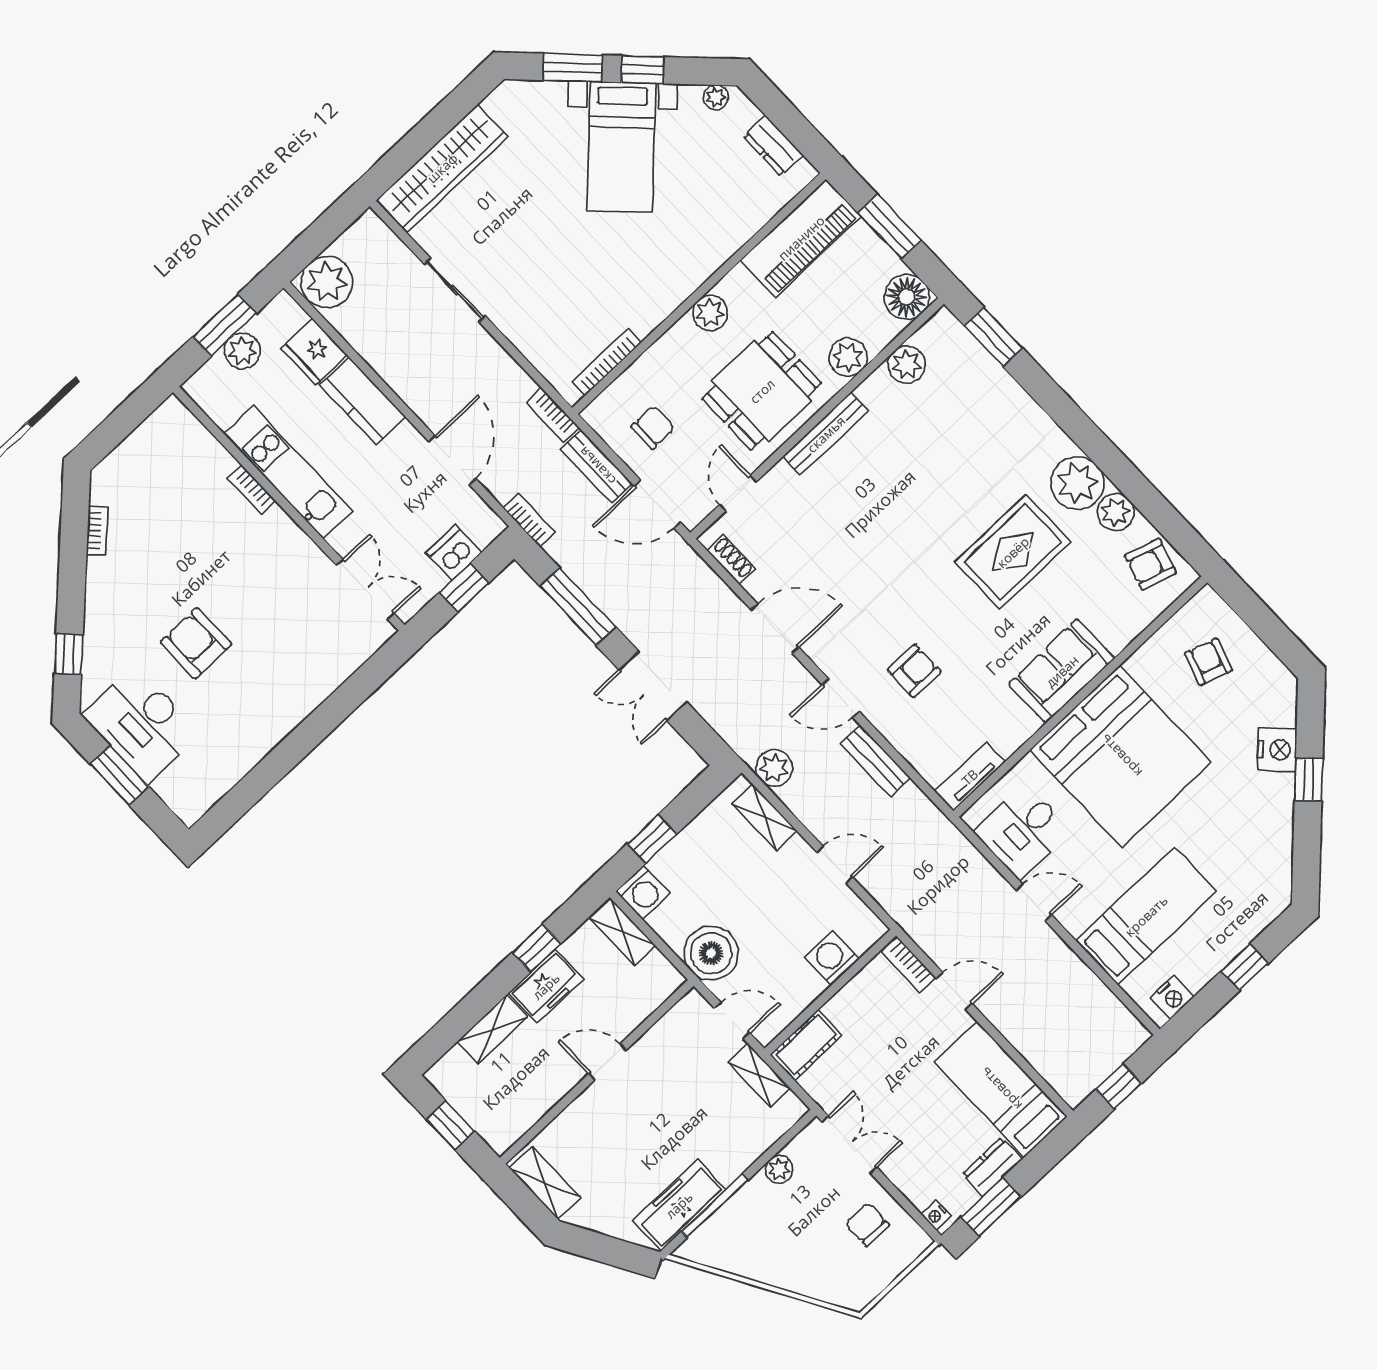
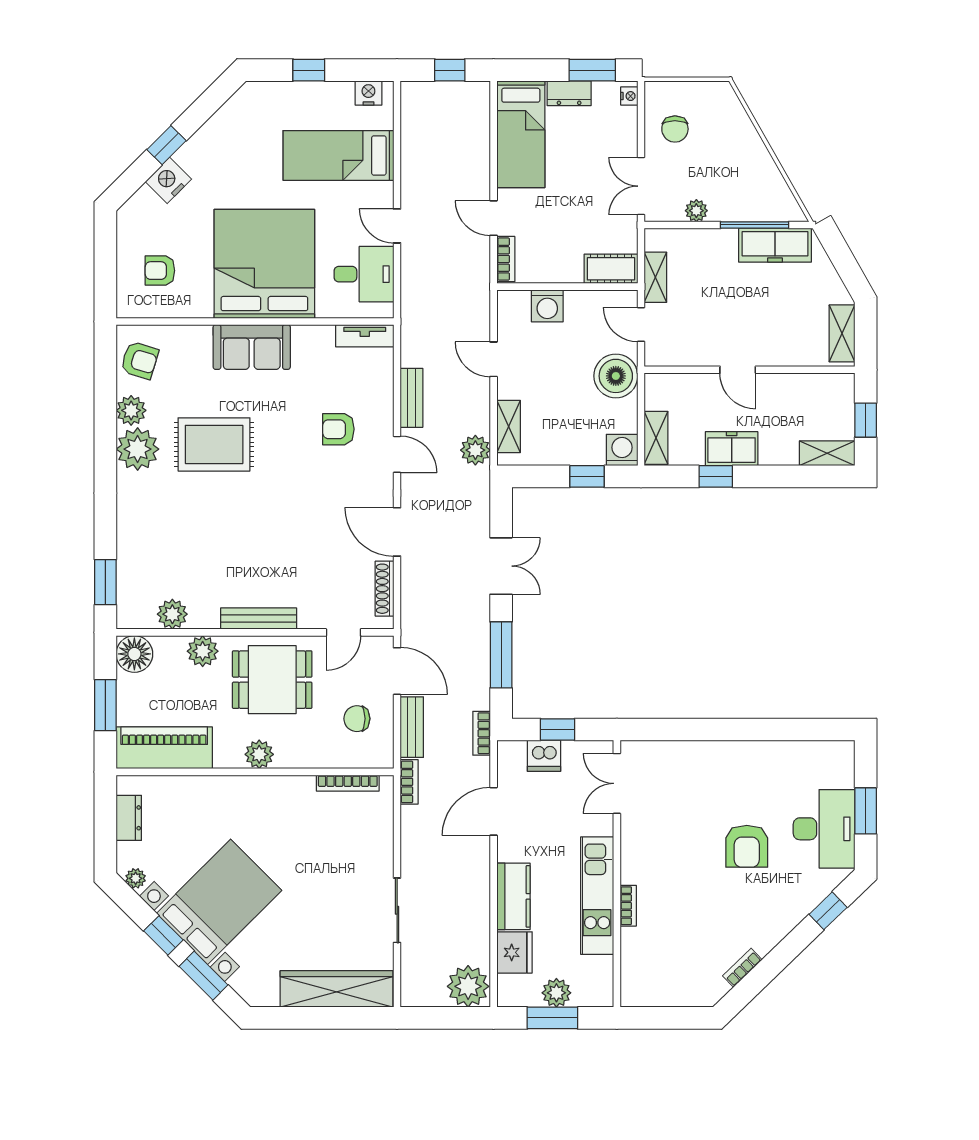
bed with nightstands: (621, 147) -> (219, 902), width x1.36
shoe rack: (731, 560) -> (384, 589), width x1.43
armchair: (1208, 662) -> (160, 271), turned 72
shelving: (492, 1029) -> (827, 453), moved

